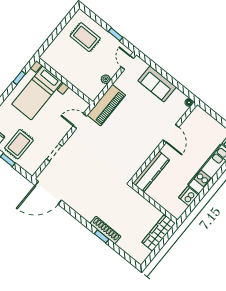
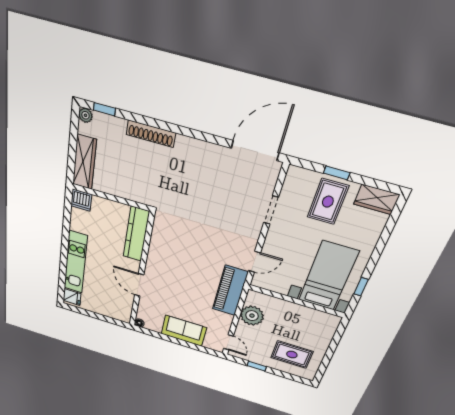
plant: (106, 79) -> (252, 316), width x1.87, depth x1.87
dishwasher: (188, 196) -> (81, 200), moved, turned 90
window: (102, 236) -> (104, 109), moved
plant: (140, 259) -> (85, 115), added

